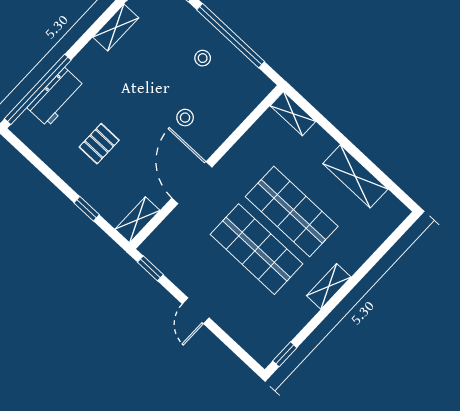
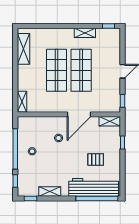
workbench: (56, 97) -> (94, 187), width x1.88, depth x1.32
shelving: (355, 176) -> (24, 49), moved
shelving: (329, 286) -> (85, 33), moved

